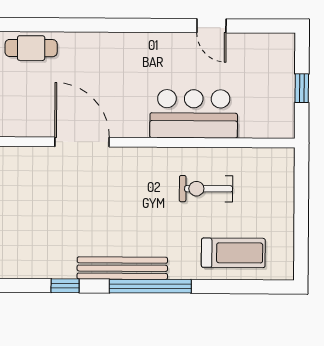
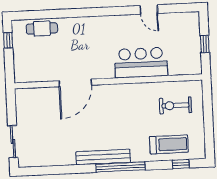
door: (82, 142) -> (75, 83), swing flipped
exercise bike: (206, 189) -> (175, 105), moved
window: (65, 286) -> (181, 164), moved

